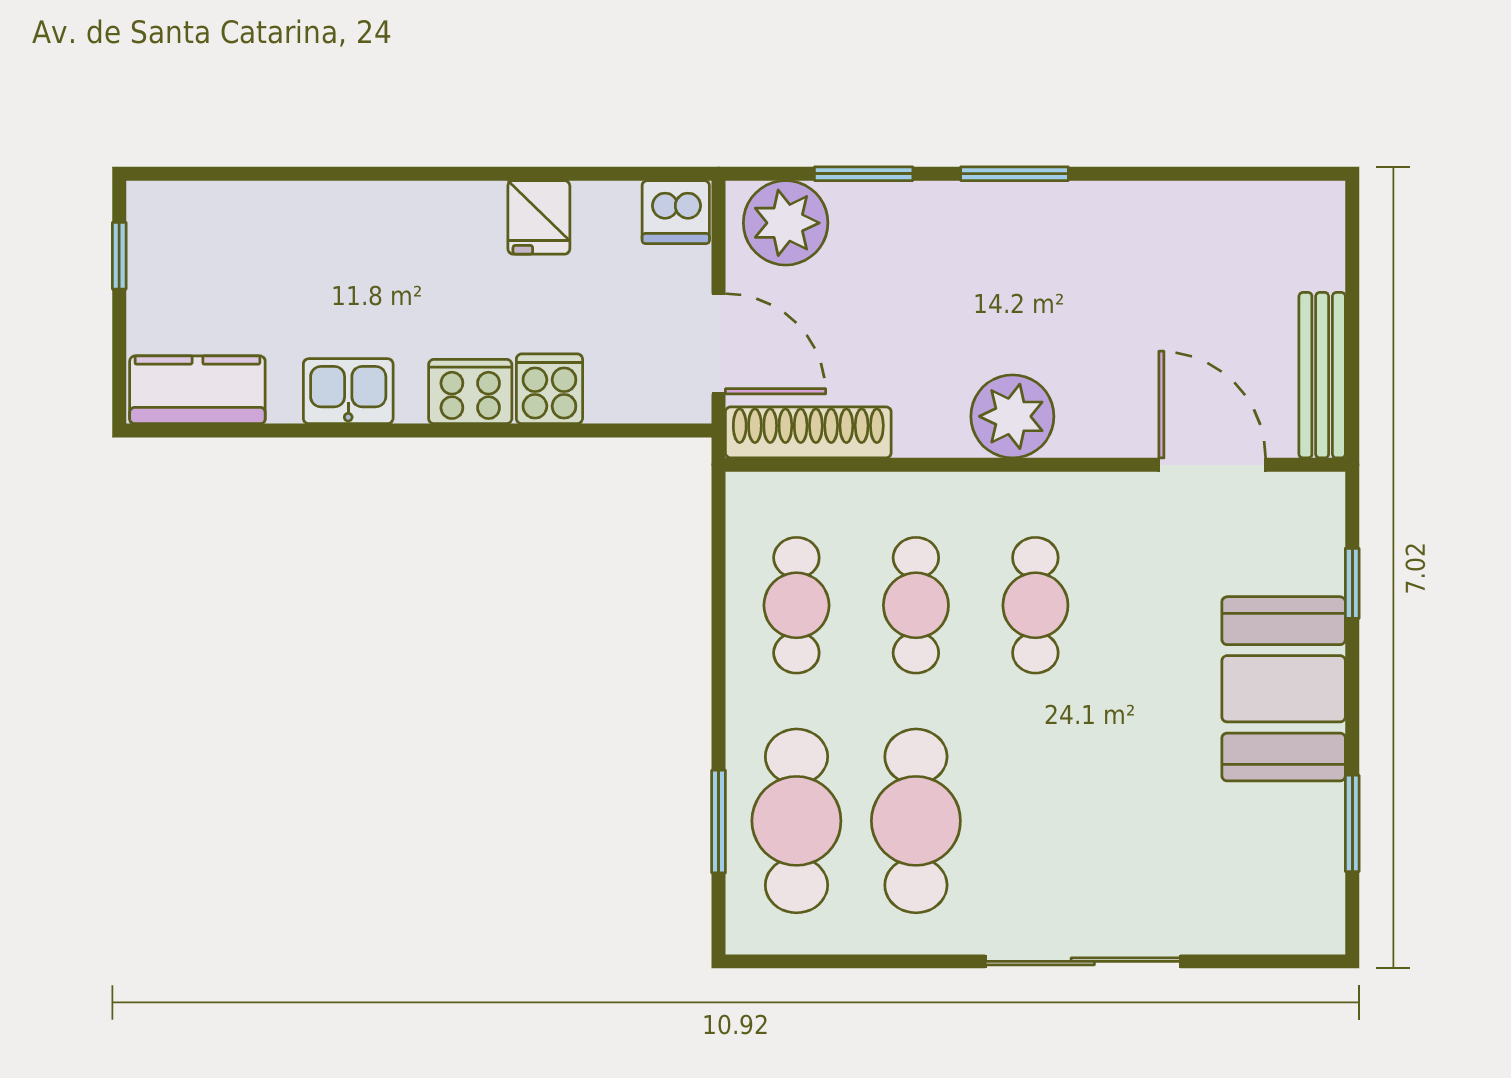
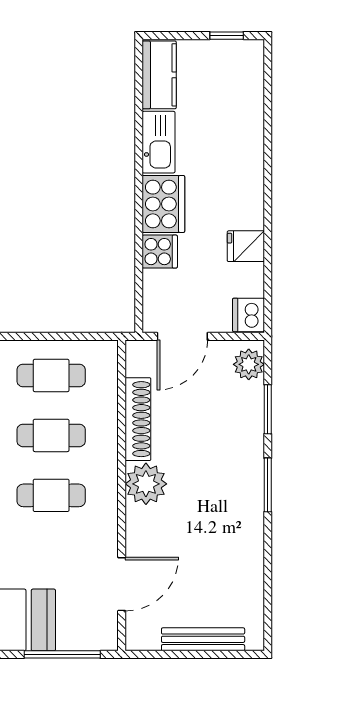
plant: (786, 223) -> (249, 364), width x0.73, depth x0.73
bench: (1322, 375) -> (203, 639), moved
kitchen sink: (348, 391) -> (159, 142), width x1.38
cooker: (470, 392) -> (163, 204), width x1.37, depth x1.31
shoe rack: (808, 432) -> (138, 419), moved
window: (1352, 583) -> (62, 654), width x2.17

